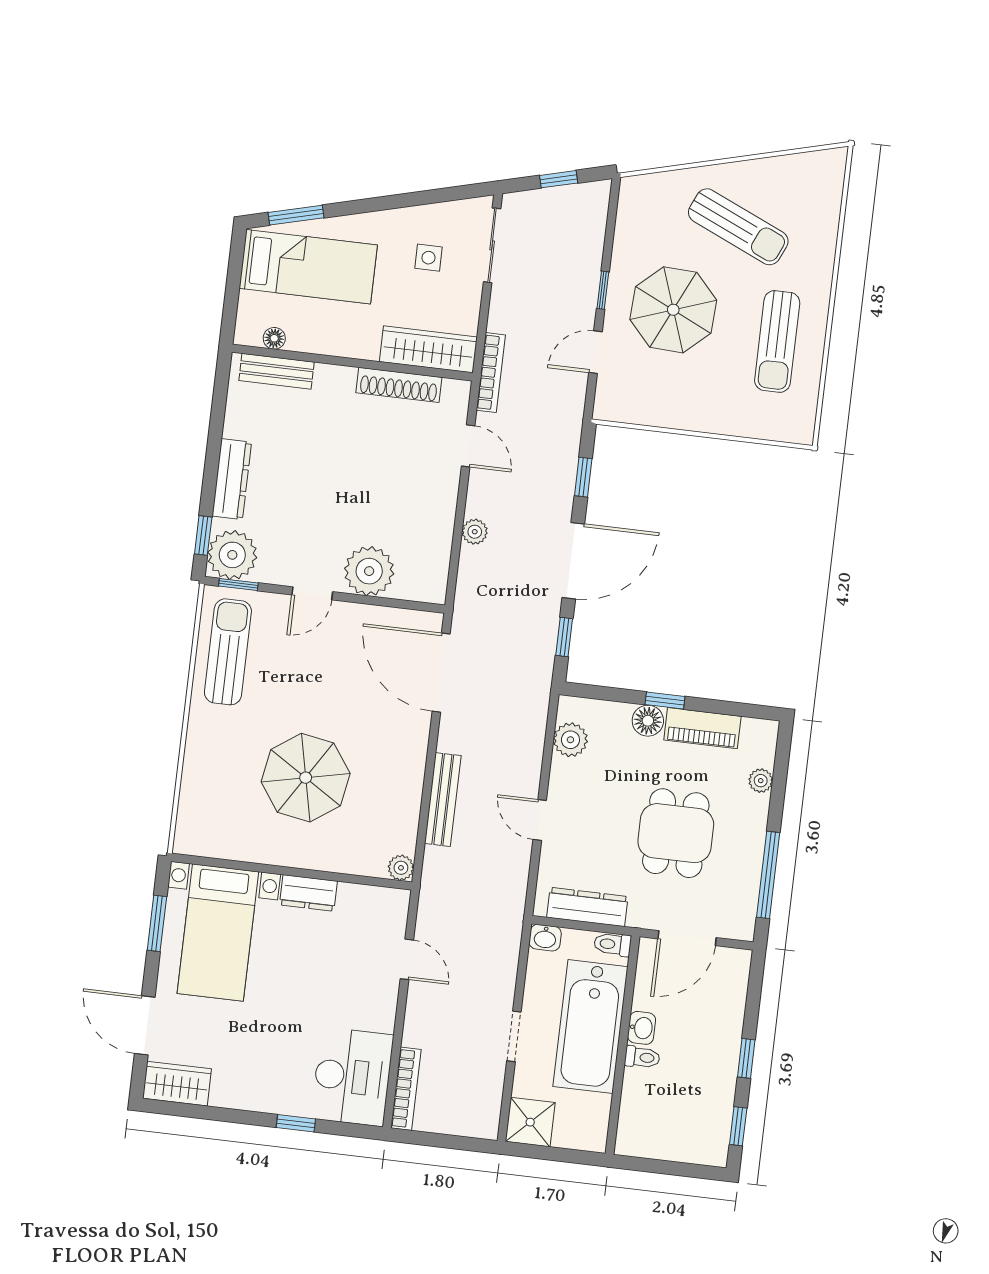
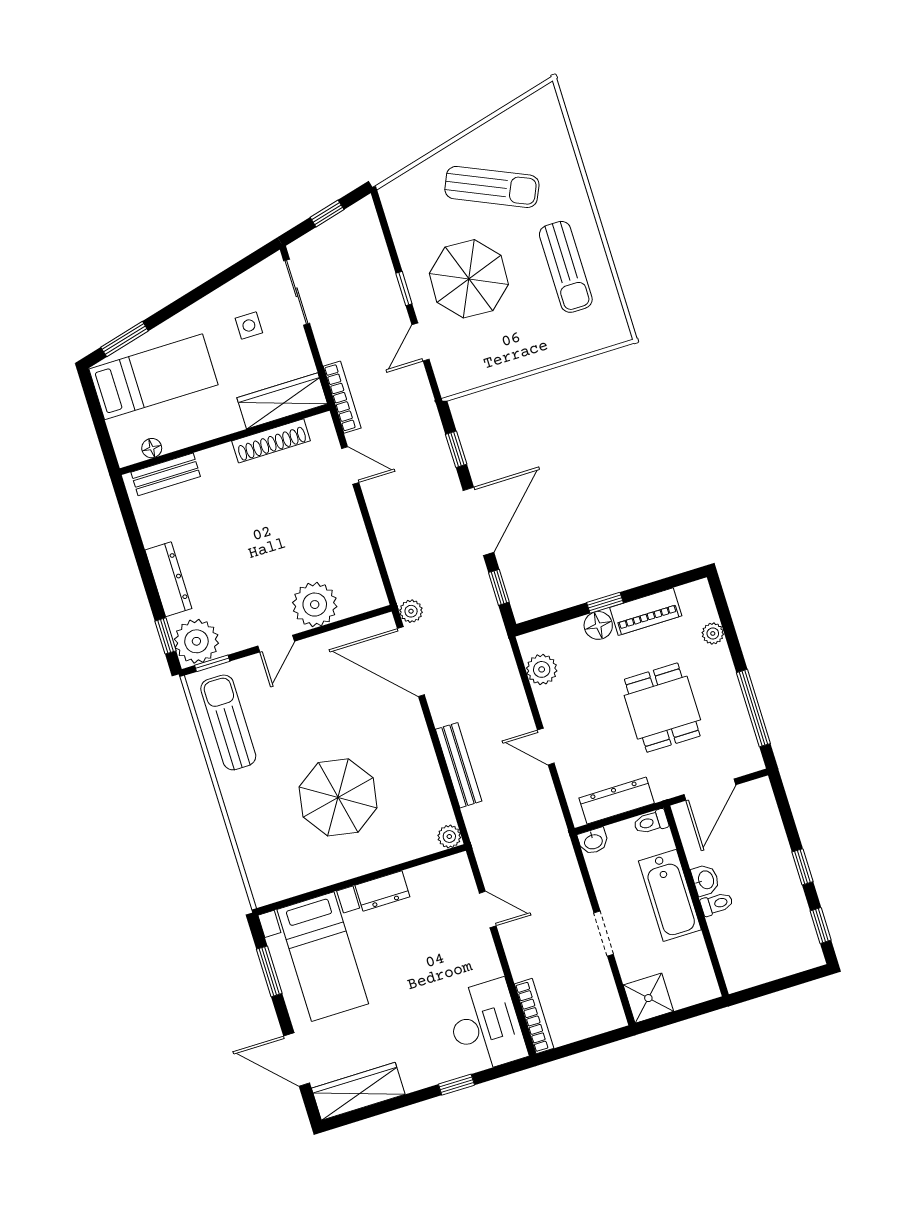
plant: (475, 532) -> (411, 611), moved
bathtub: (591, 1027) -> (670, 895), width x0.73, depth x0.73
wardrobe: (177, 1084) -> (358, 1091), width x1.50

